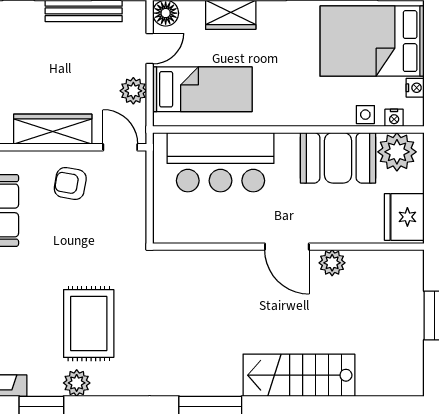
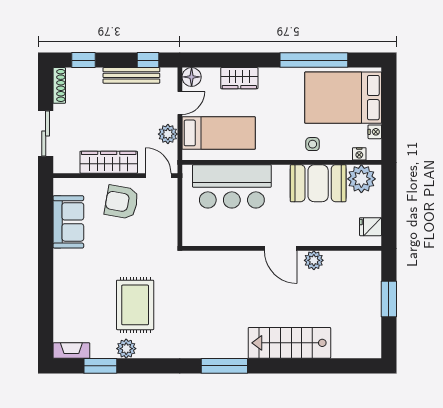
side table: (365, 115) -> (313, 144), moved
armchair: (70, 183) -> (122, 202), width x1.38, depth x1.38
fridge: (404, 217) -> (370, 227), width x0.53, depth x0.75

